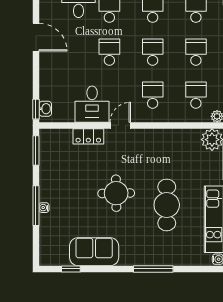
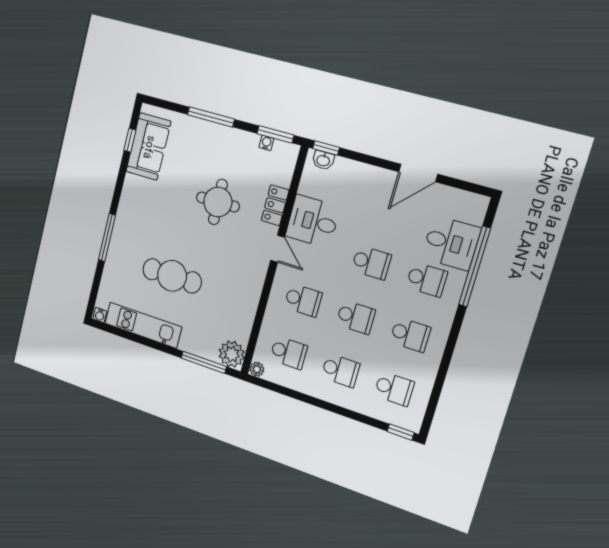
round table: (116, 193) -> (218, 202), moved
water cooler: (44, 208) -> (266, 143), moved
sofa: (94, 252) -> (148, 147), moved

